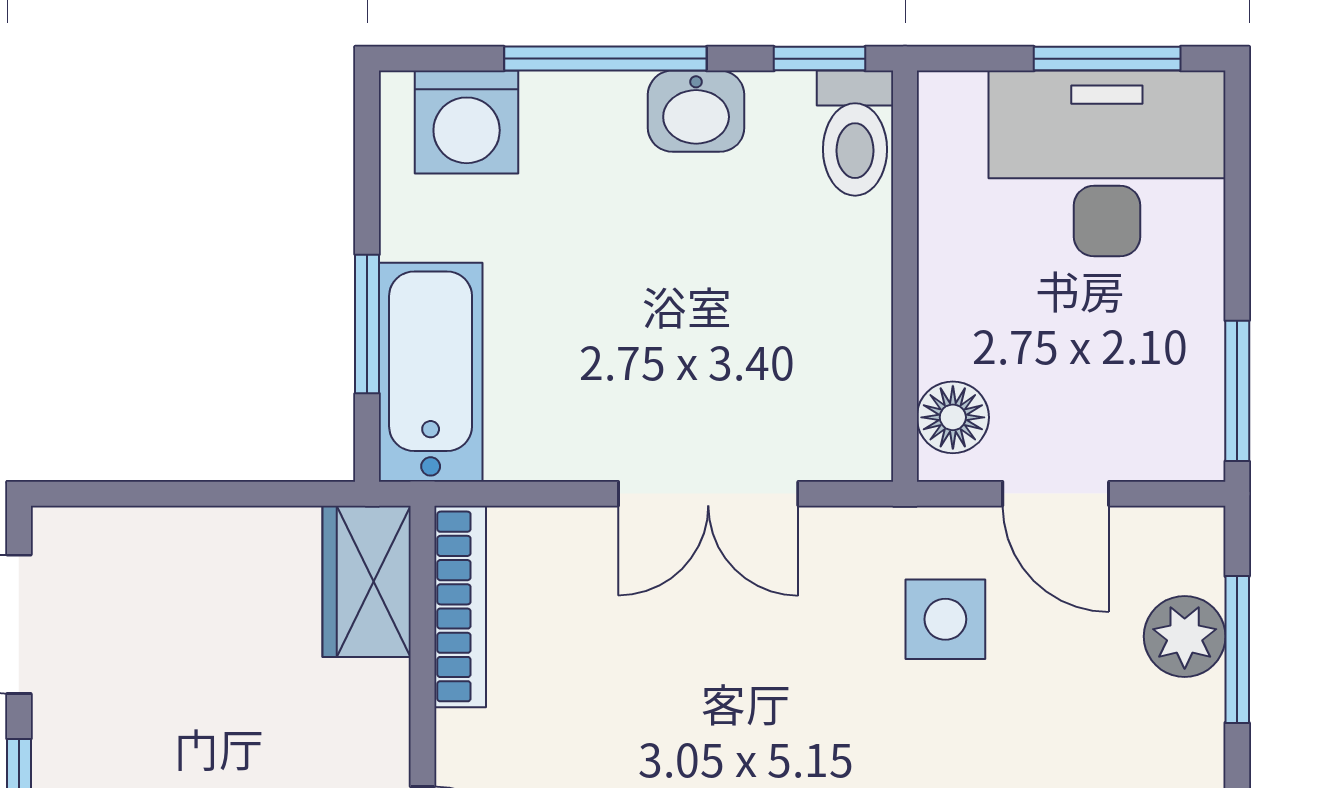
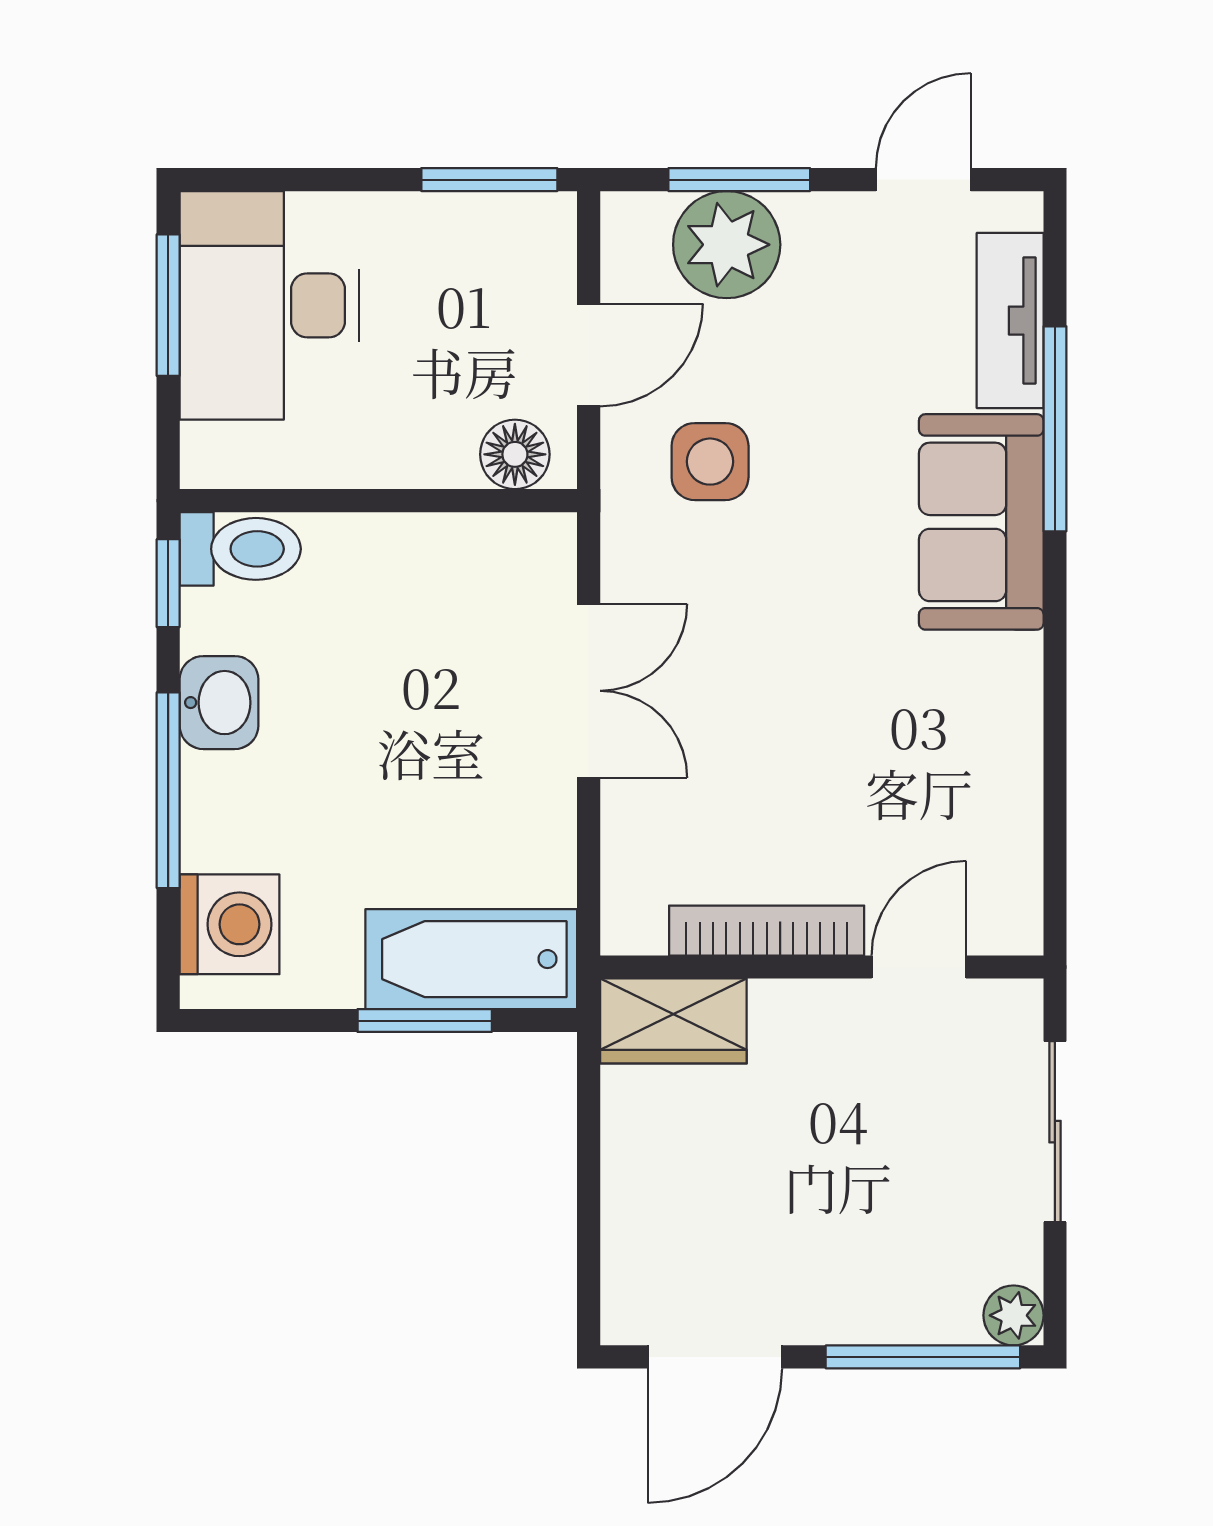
bookcase: (460, 606) -> (767, 931), moved
plant: (1185, 636) -> (727, 245), width x1.36, depth x1.36

